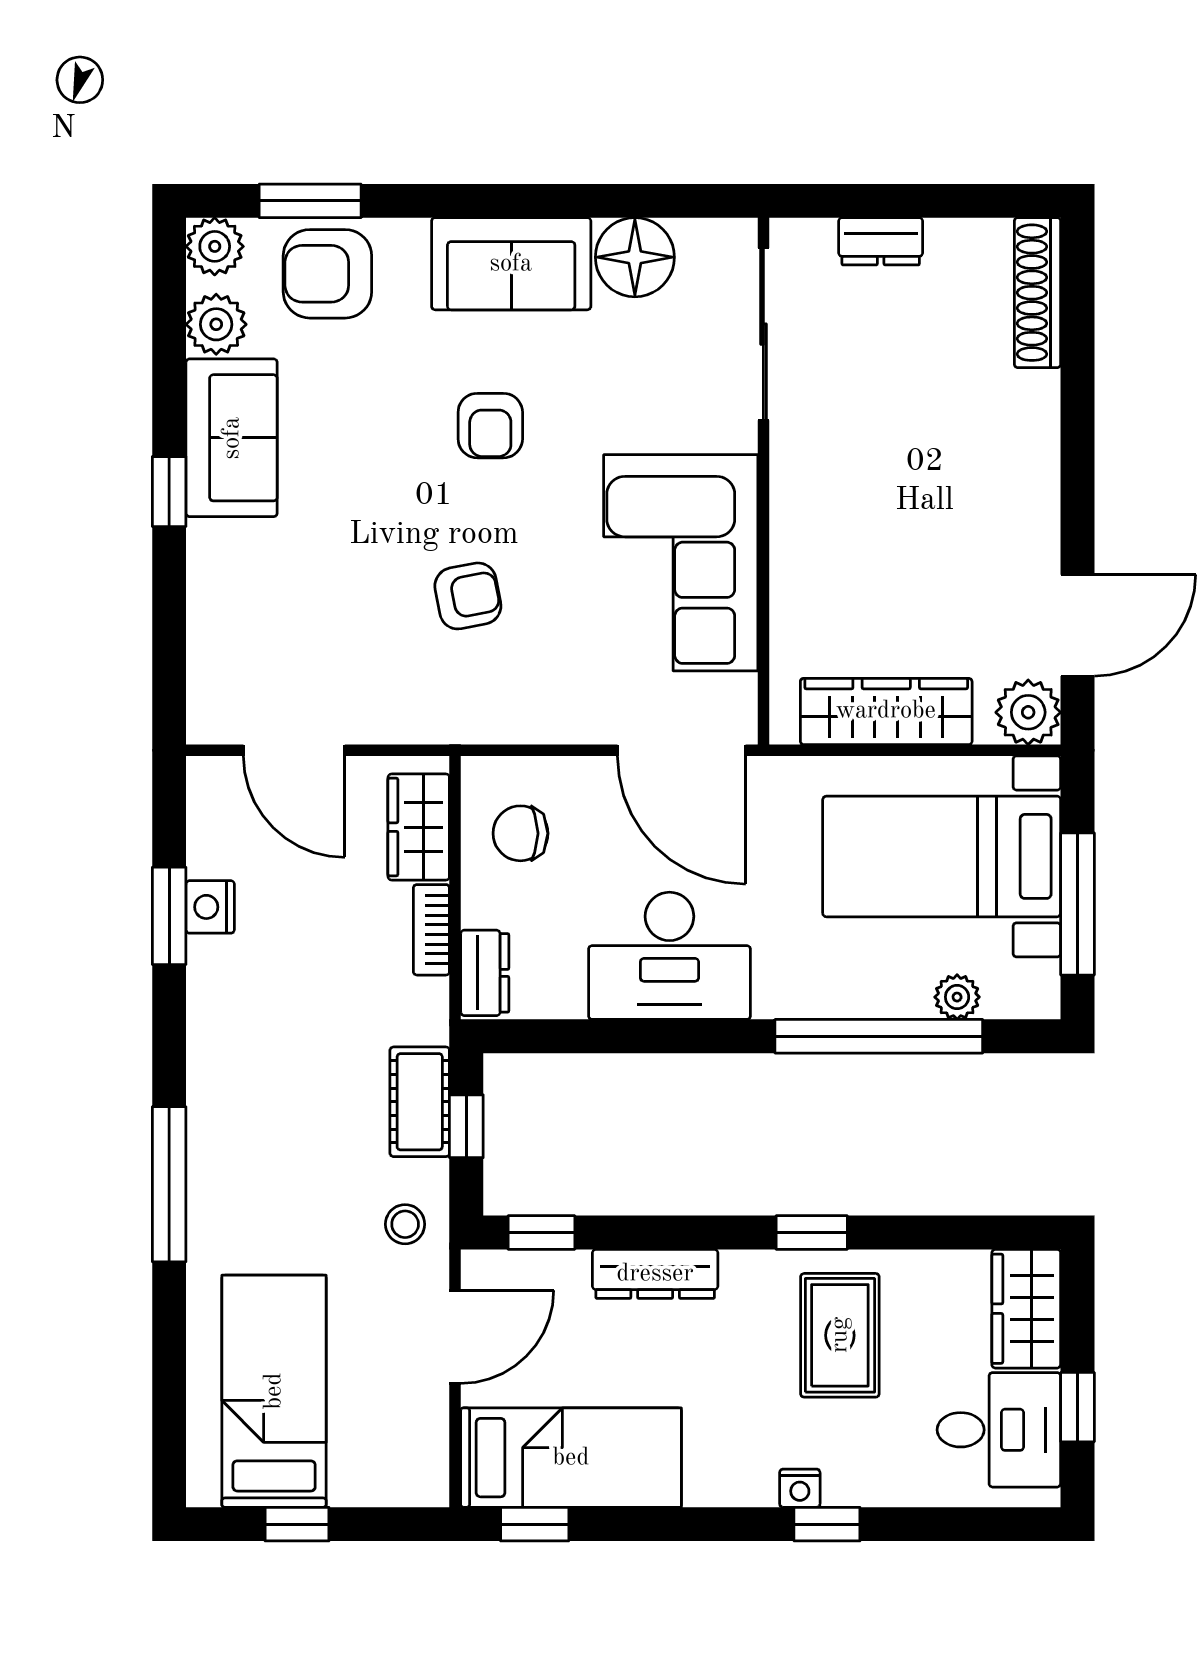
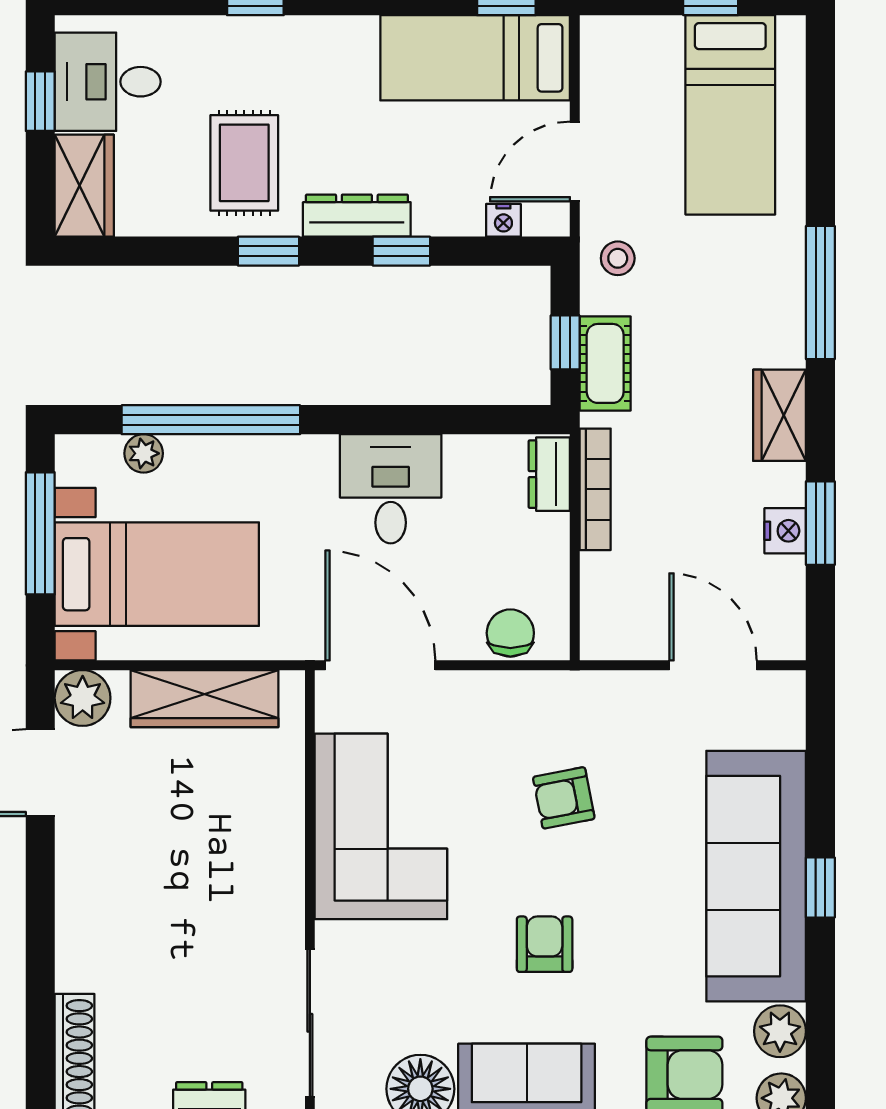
sofa: (232, 438) -> (756, 876), width x1.85, depth x1.27
wardrobe: (419, 827) -> (780, 415), moved, turned 180
chair: (520, 833) -> (510, 633), moved, turned -90
bookcase: (431, 930) -> (595, 489), width x1.56
desk: (669, 956) -> (391, 489), width x0.73
window: (541, 1233) -> (401, 251), moved
dresser: (655, 1274) -> (357, 216), moved
nightstand: (800, 1488) -> (503, 220), moved, turned 180

